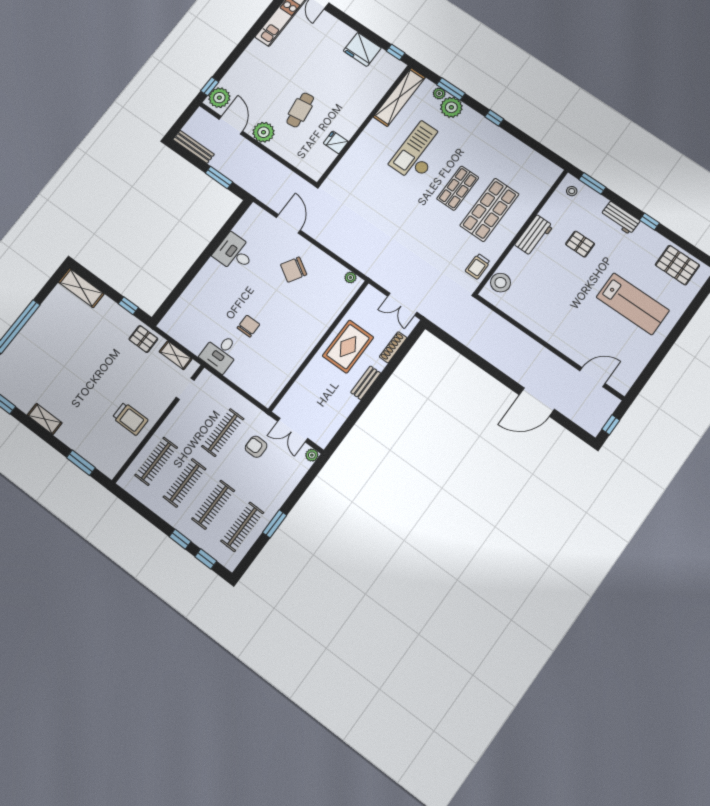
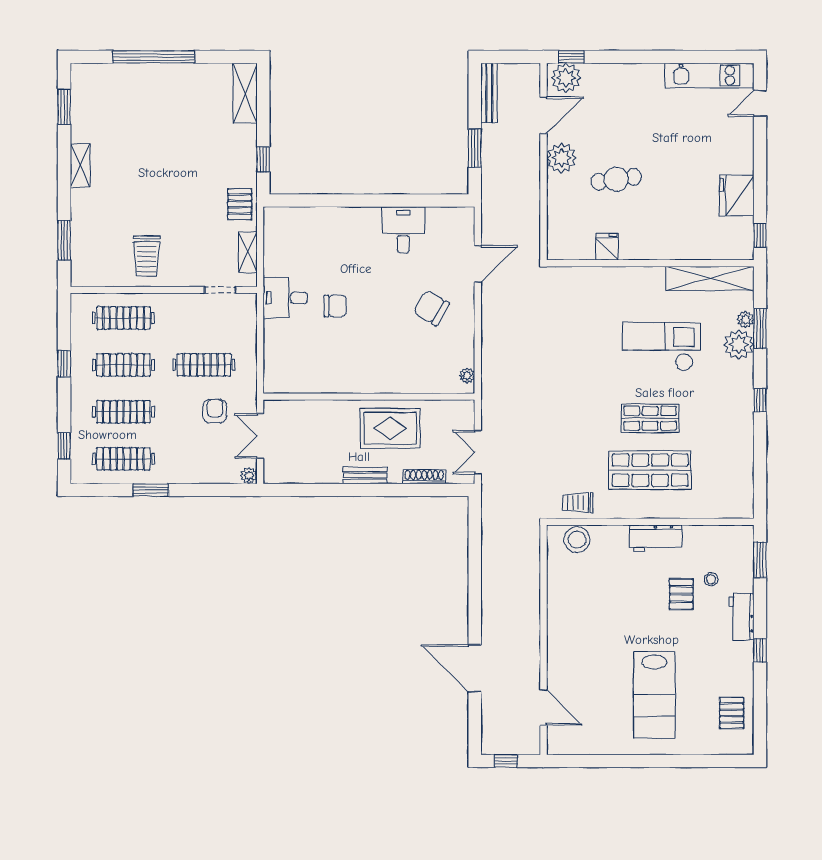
stool: (572, 191) -> (711, 579), moved
pallet: (677, 265) -> (732, 713), width x0.67, depth x0.71
window: (180, 539) -> (64, 364), moved

